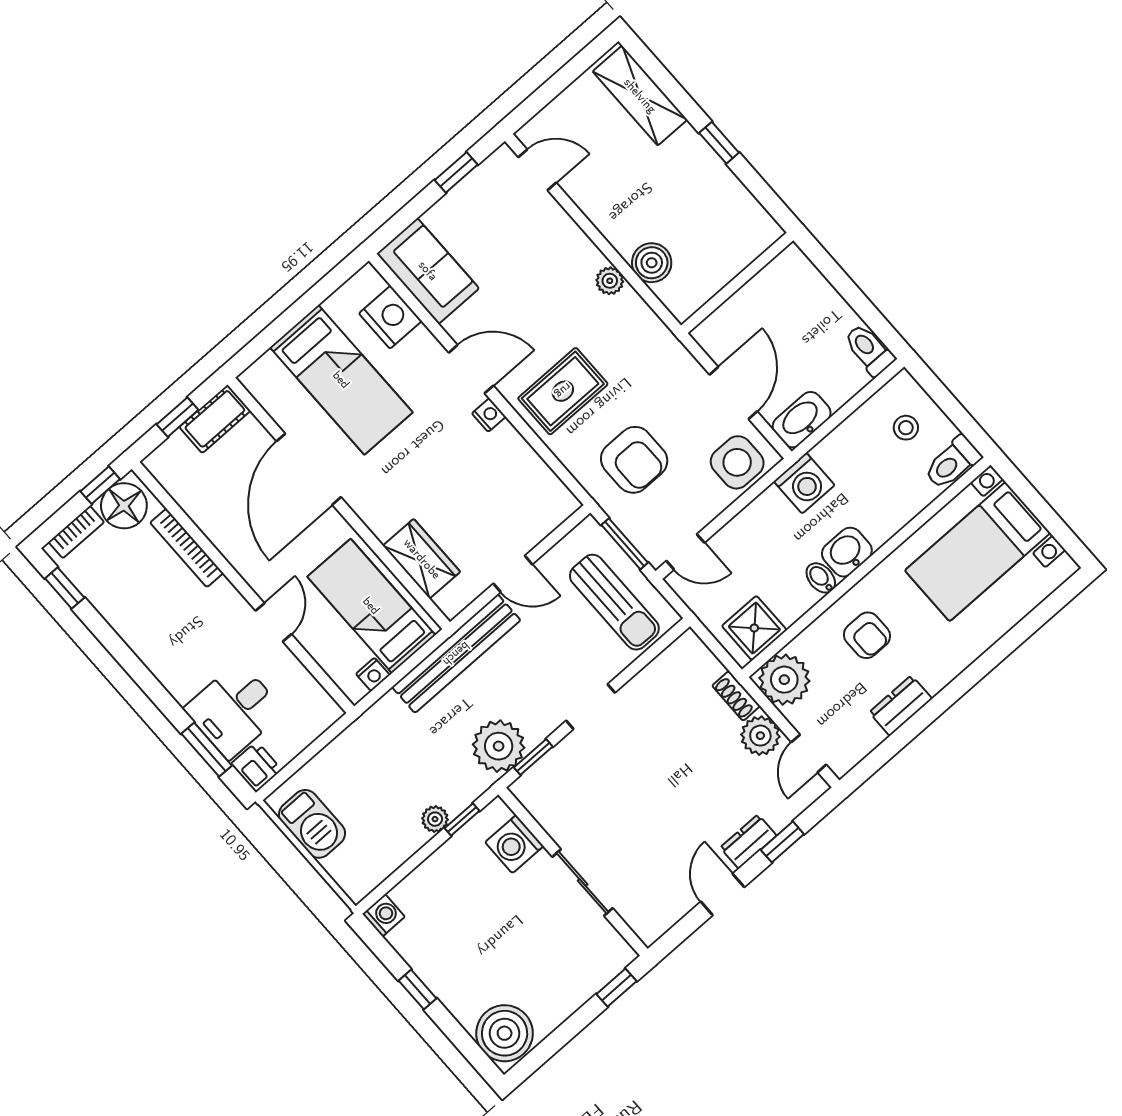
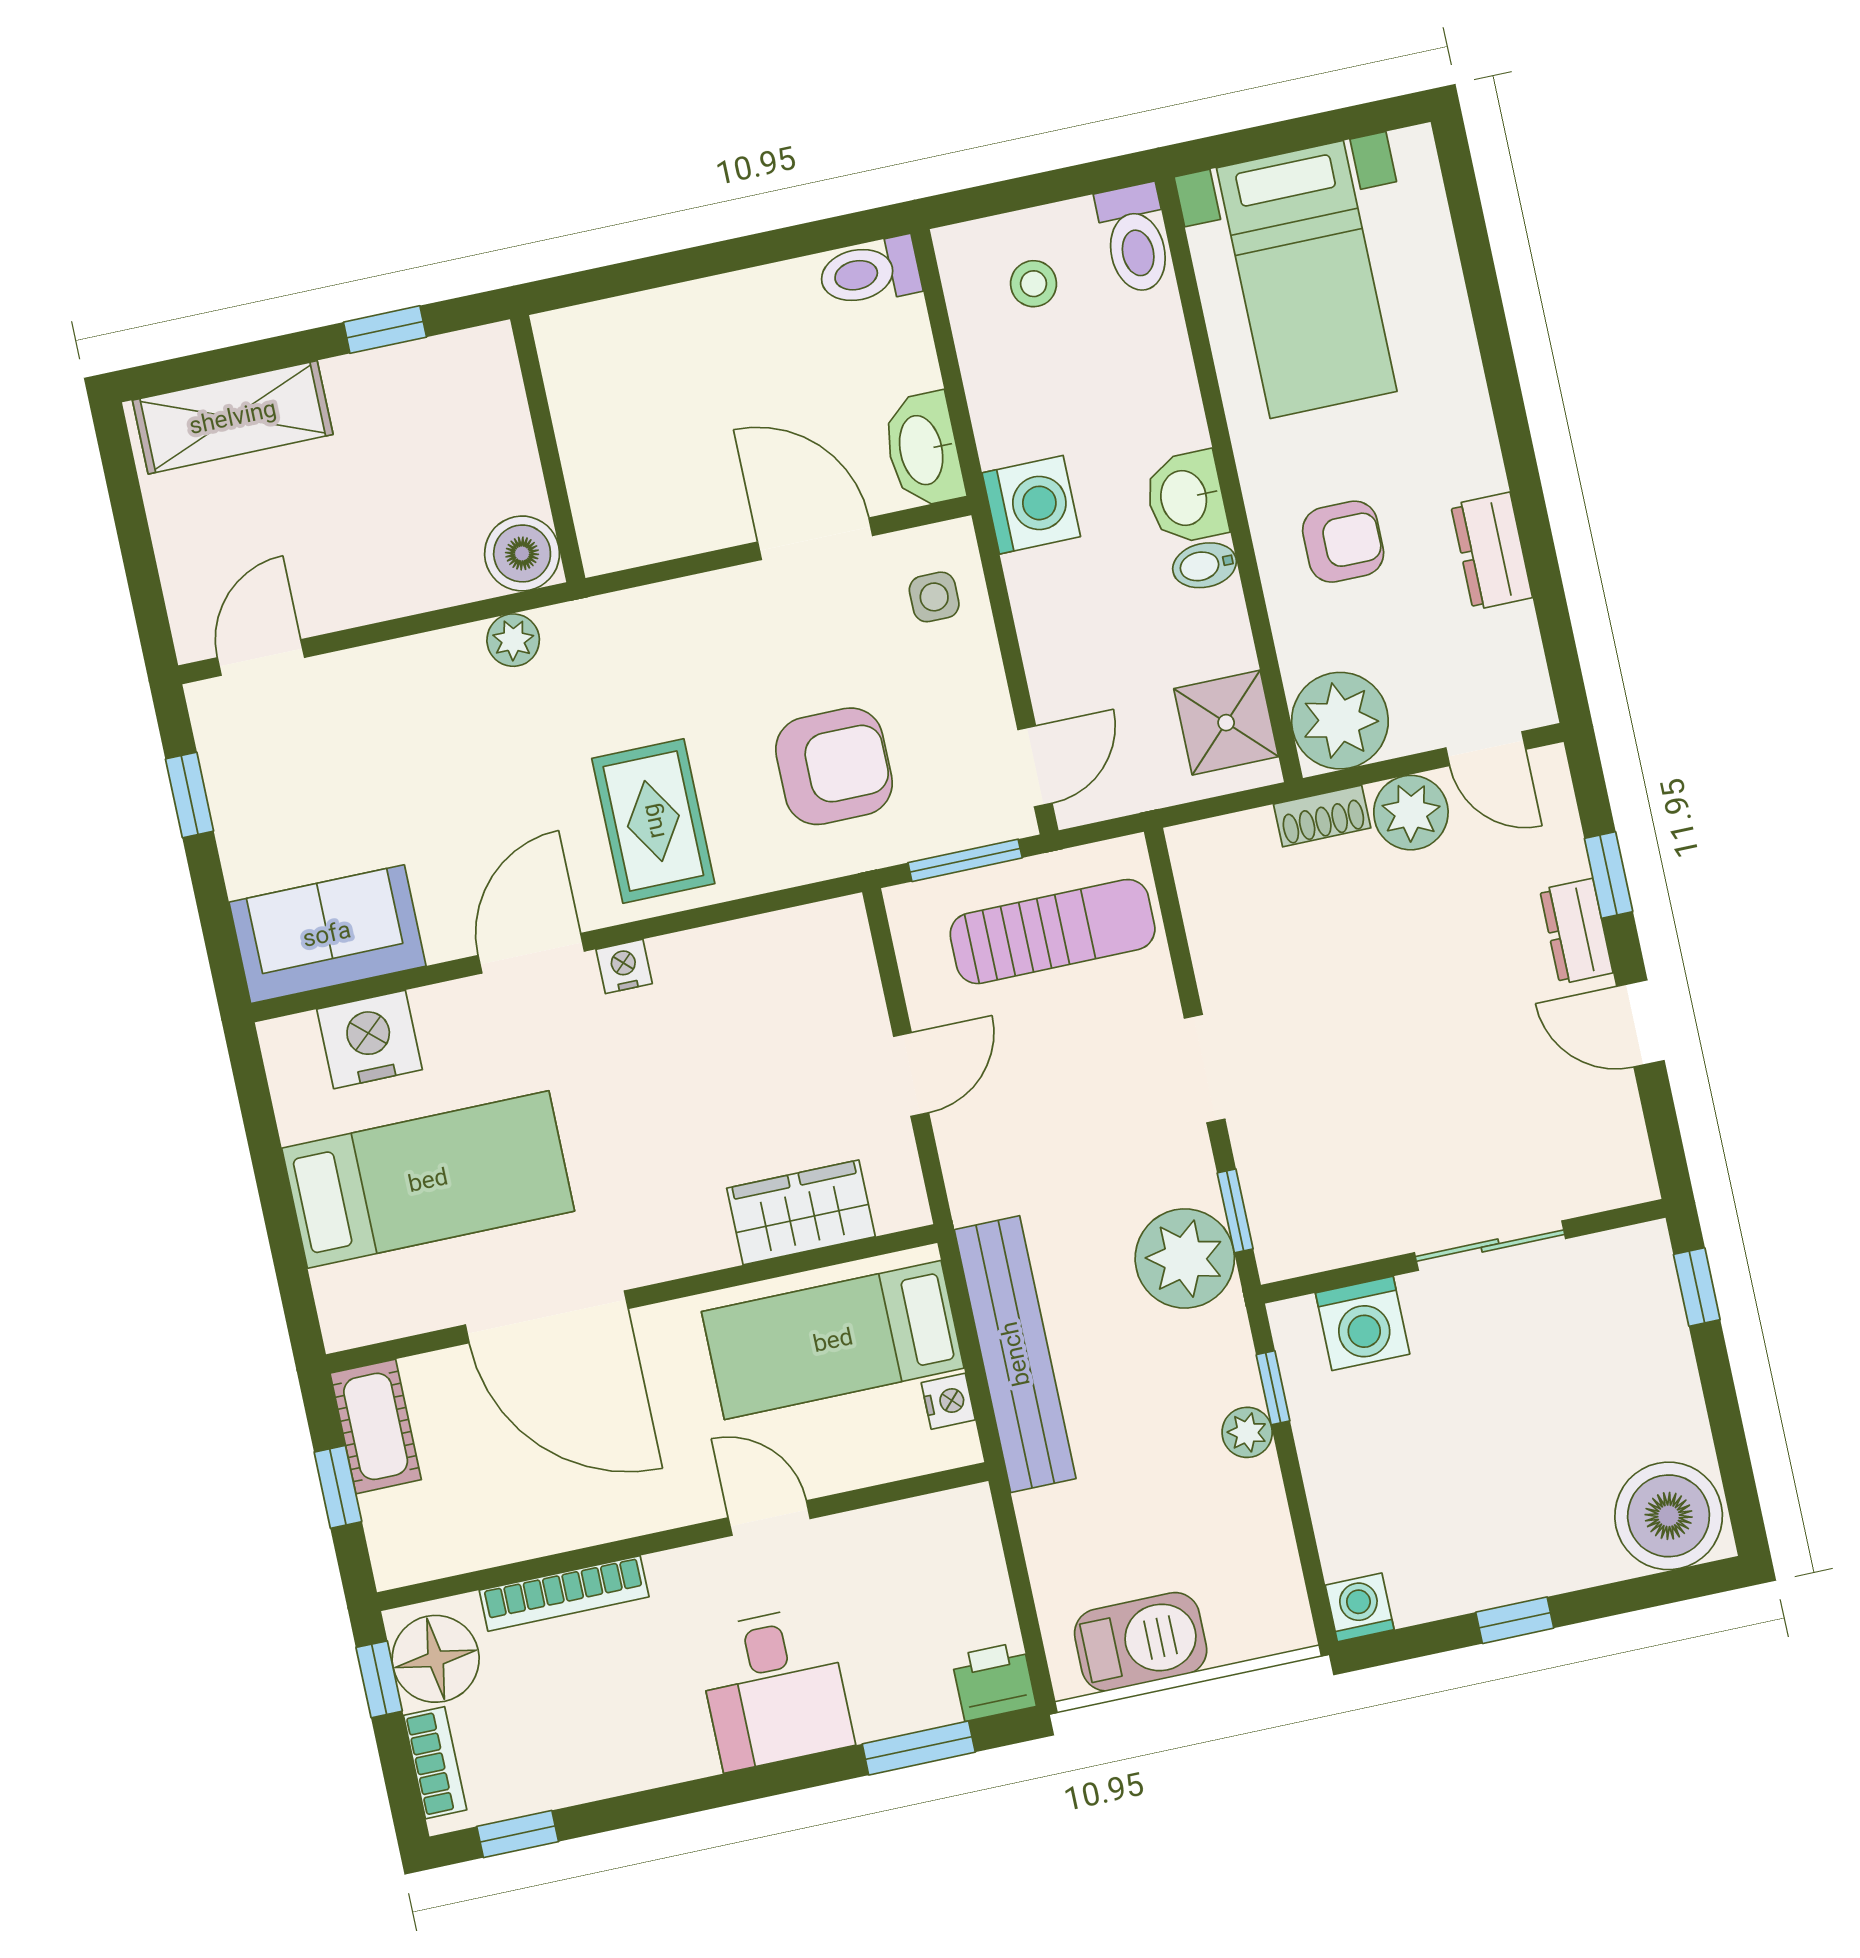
wall: (737, 283) -> (548, 449), moved
side table: (737, 462) -> (934, 597), width x0.54, depth x0.54
bench: (456, 654) -> (1015, 1354), moved
desk: (234, 710) -> (774, 1688), moved

